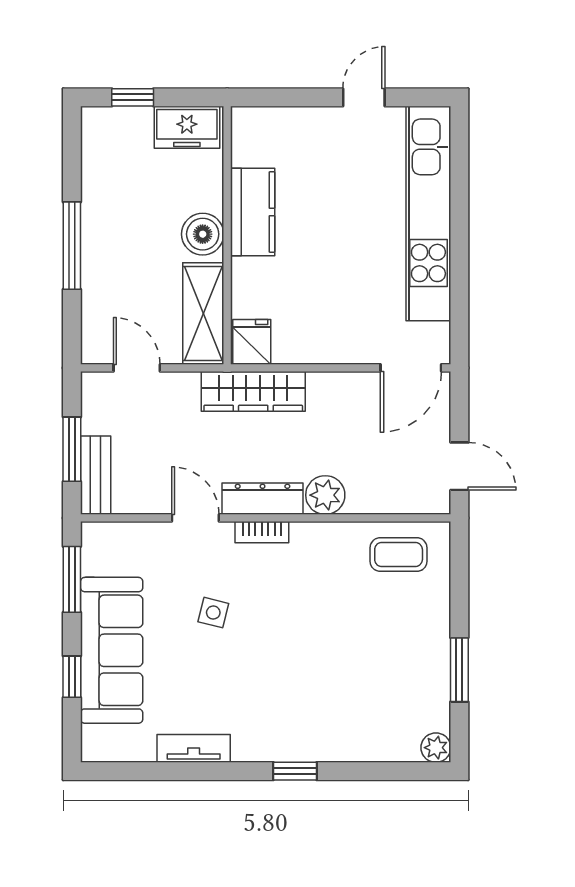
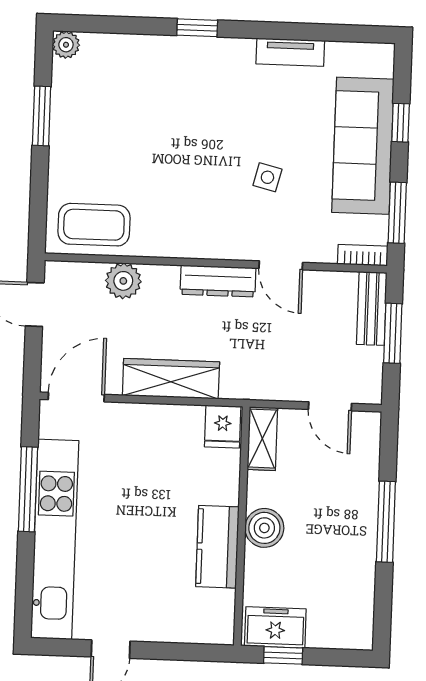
window: (133, 97) -> (283, 655), moved
window: (459, 266) -> (28, 489), added
shelving: (203, 313) -> (262, 439), width x0.67, depth x0.75
wardrobe: (253, 391) -> (171, 379), moved
plant: (325, 495) -> (123, 281), moved
bookcase: (262, 532) -> (363, 255), moved
coffee table: (399, 555) -> (94, 225), width x1.36, depth x1.30

